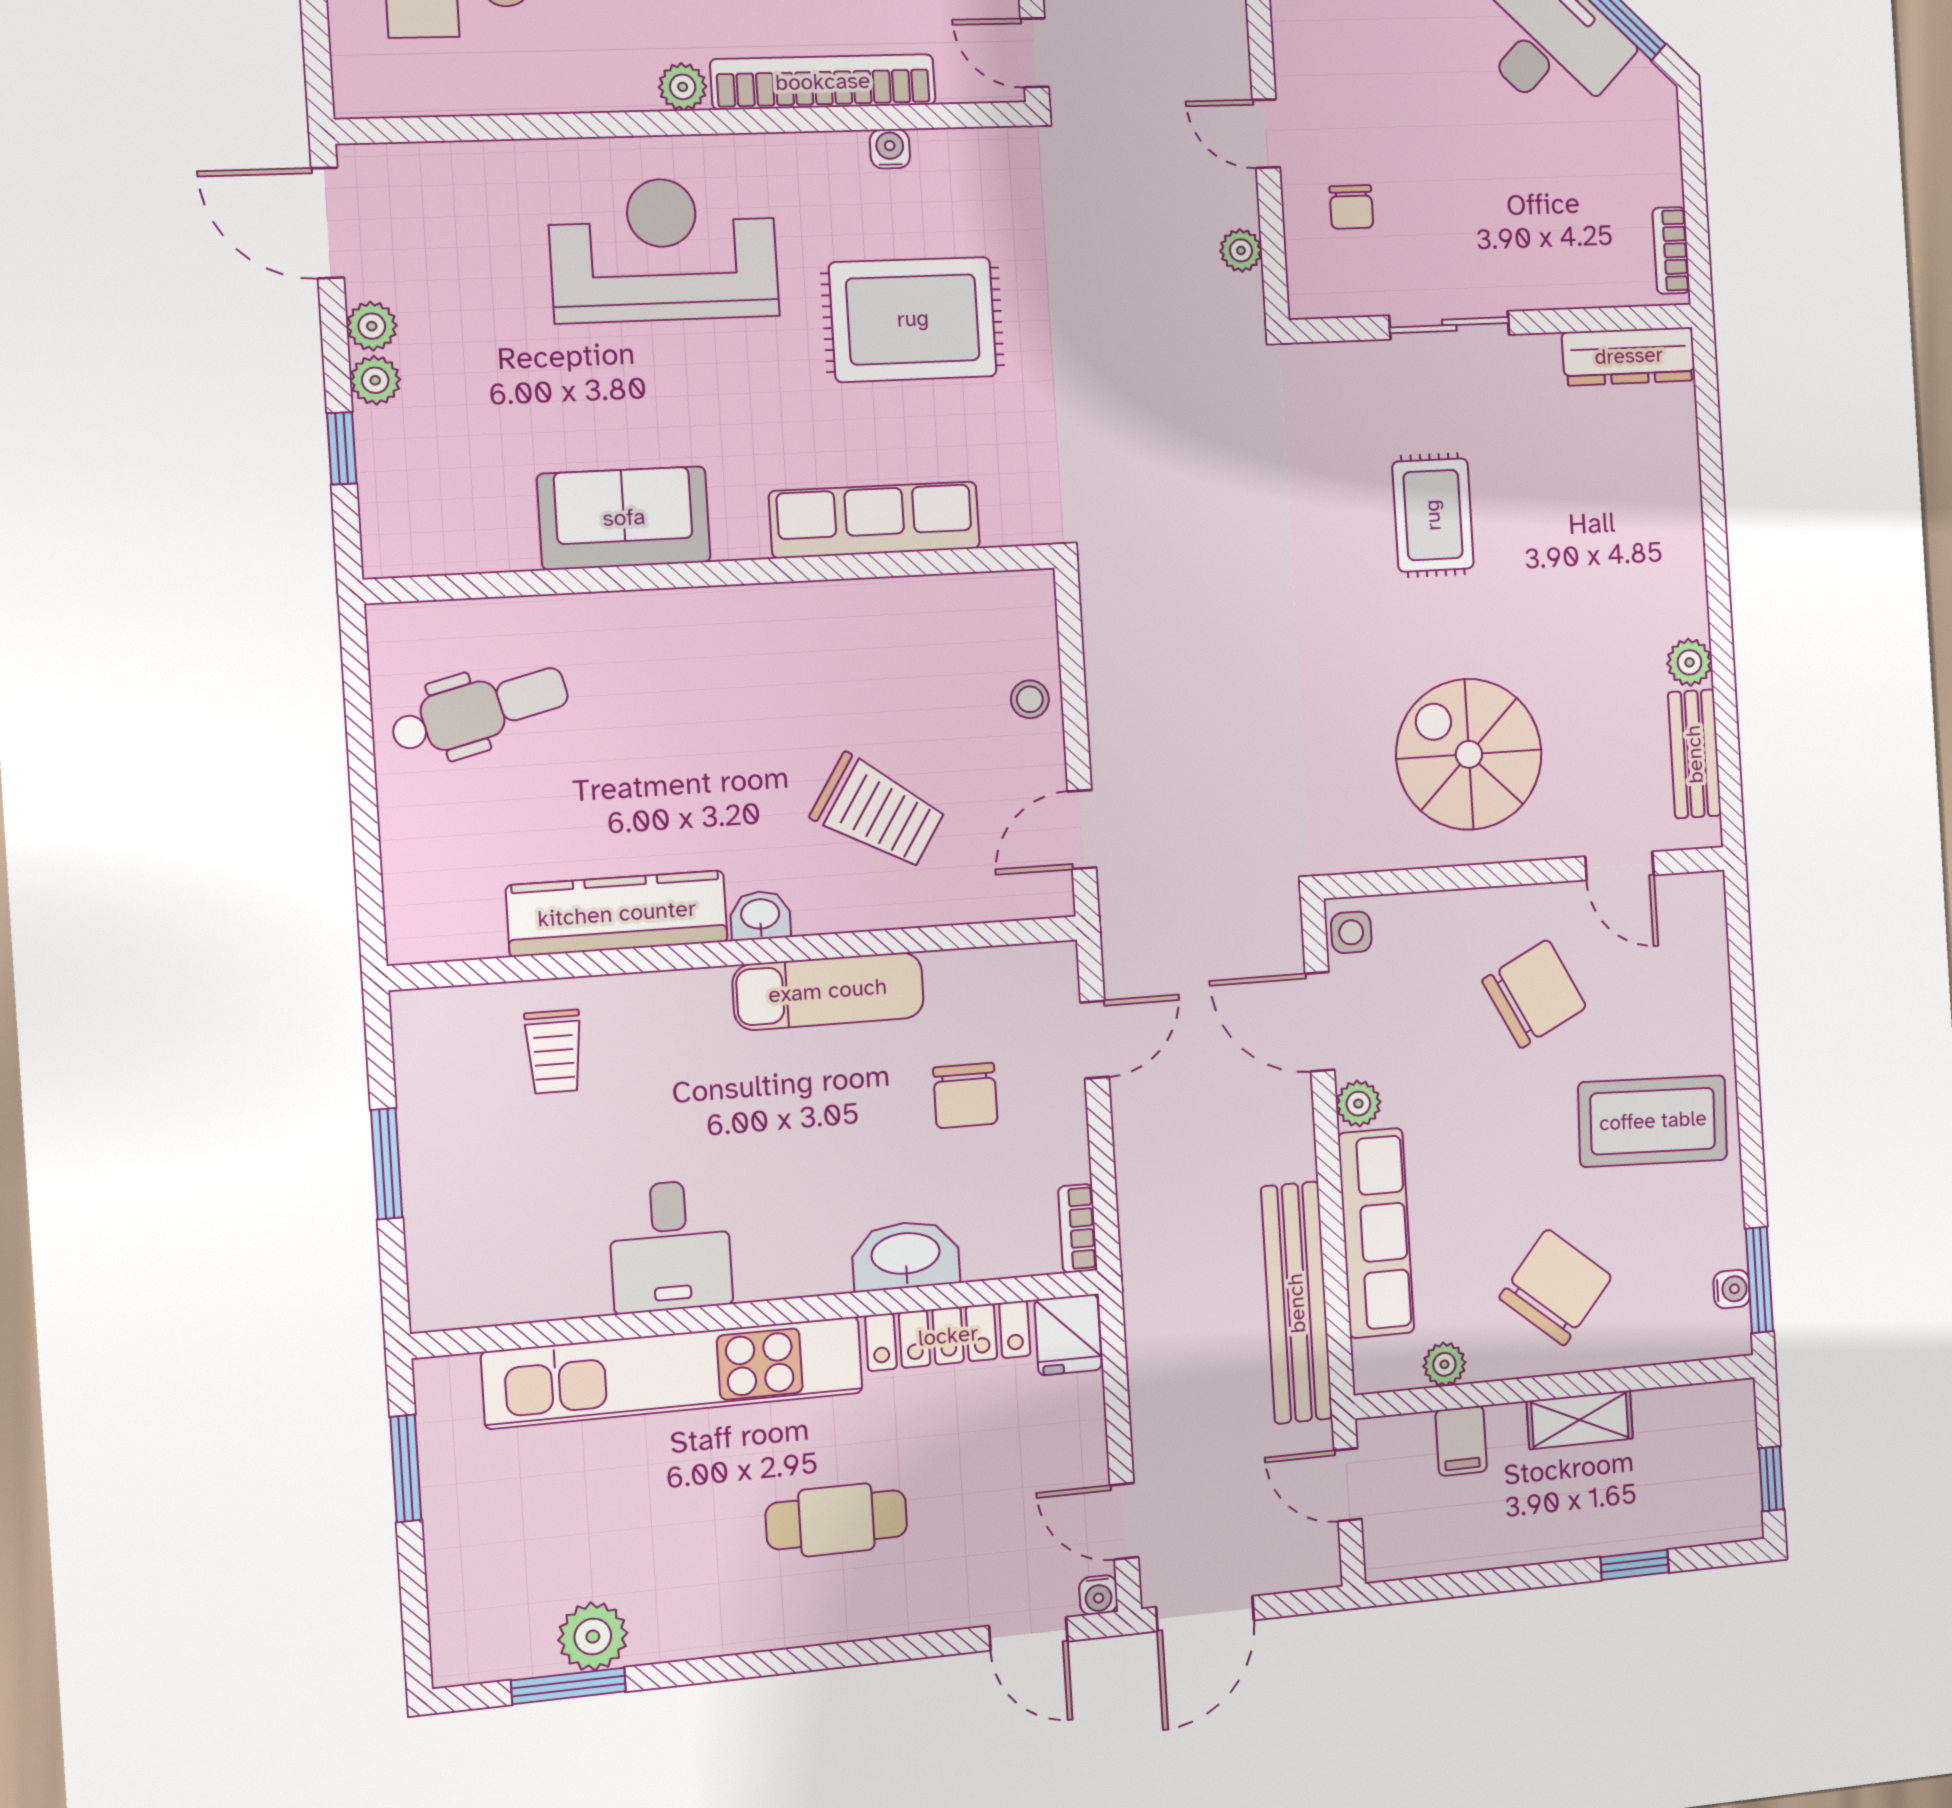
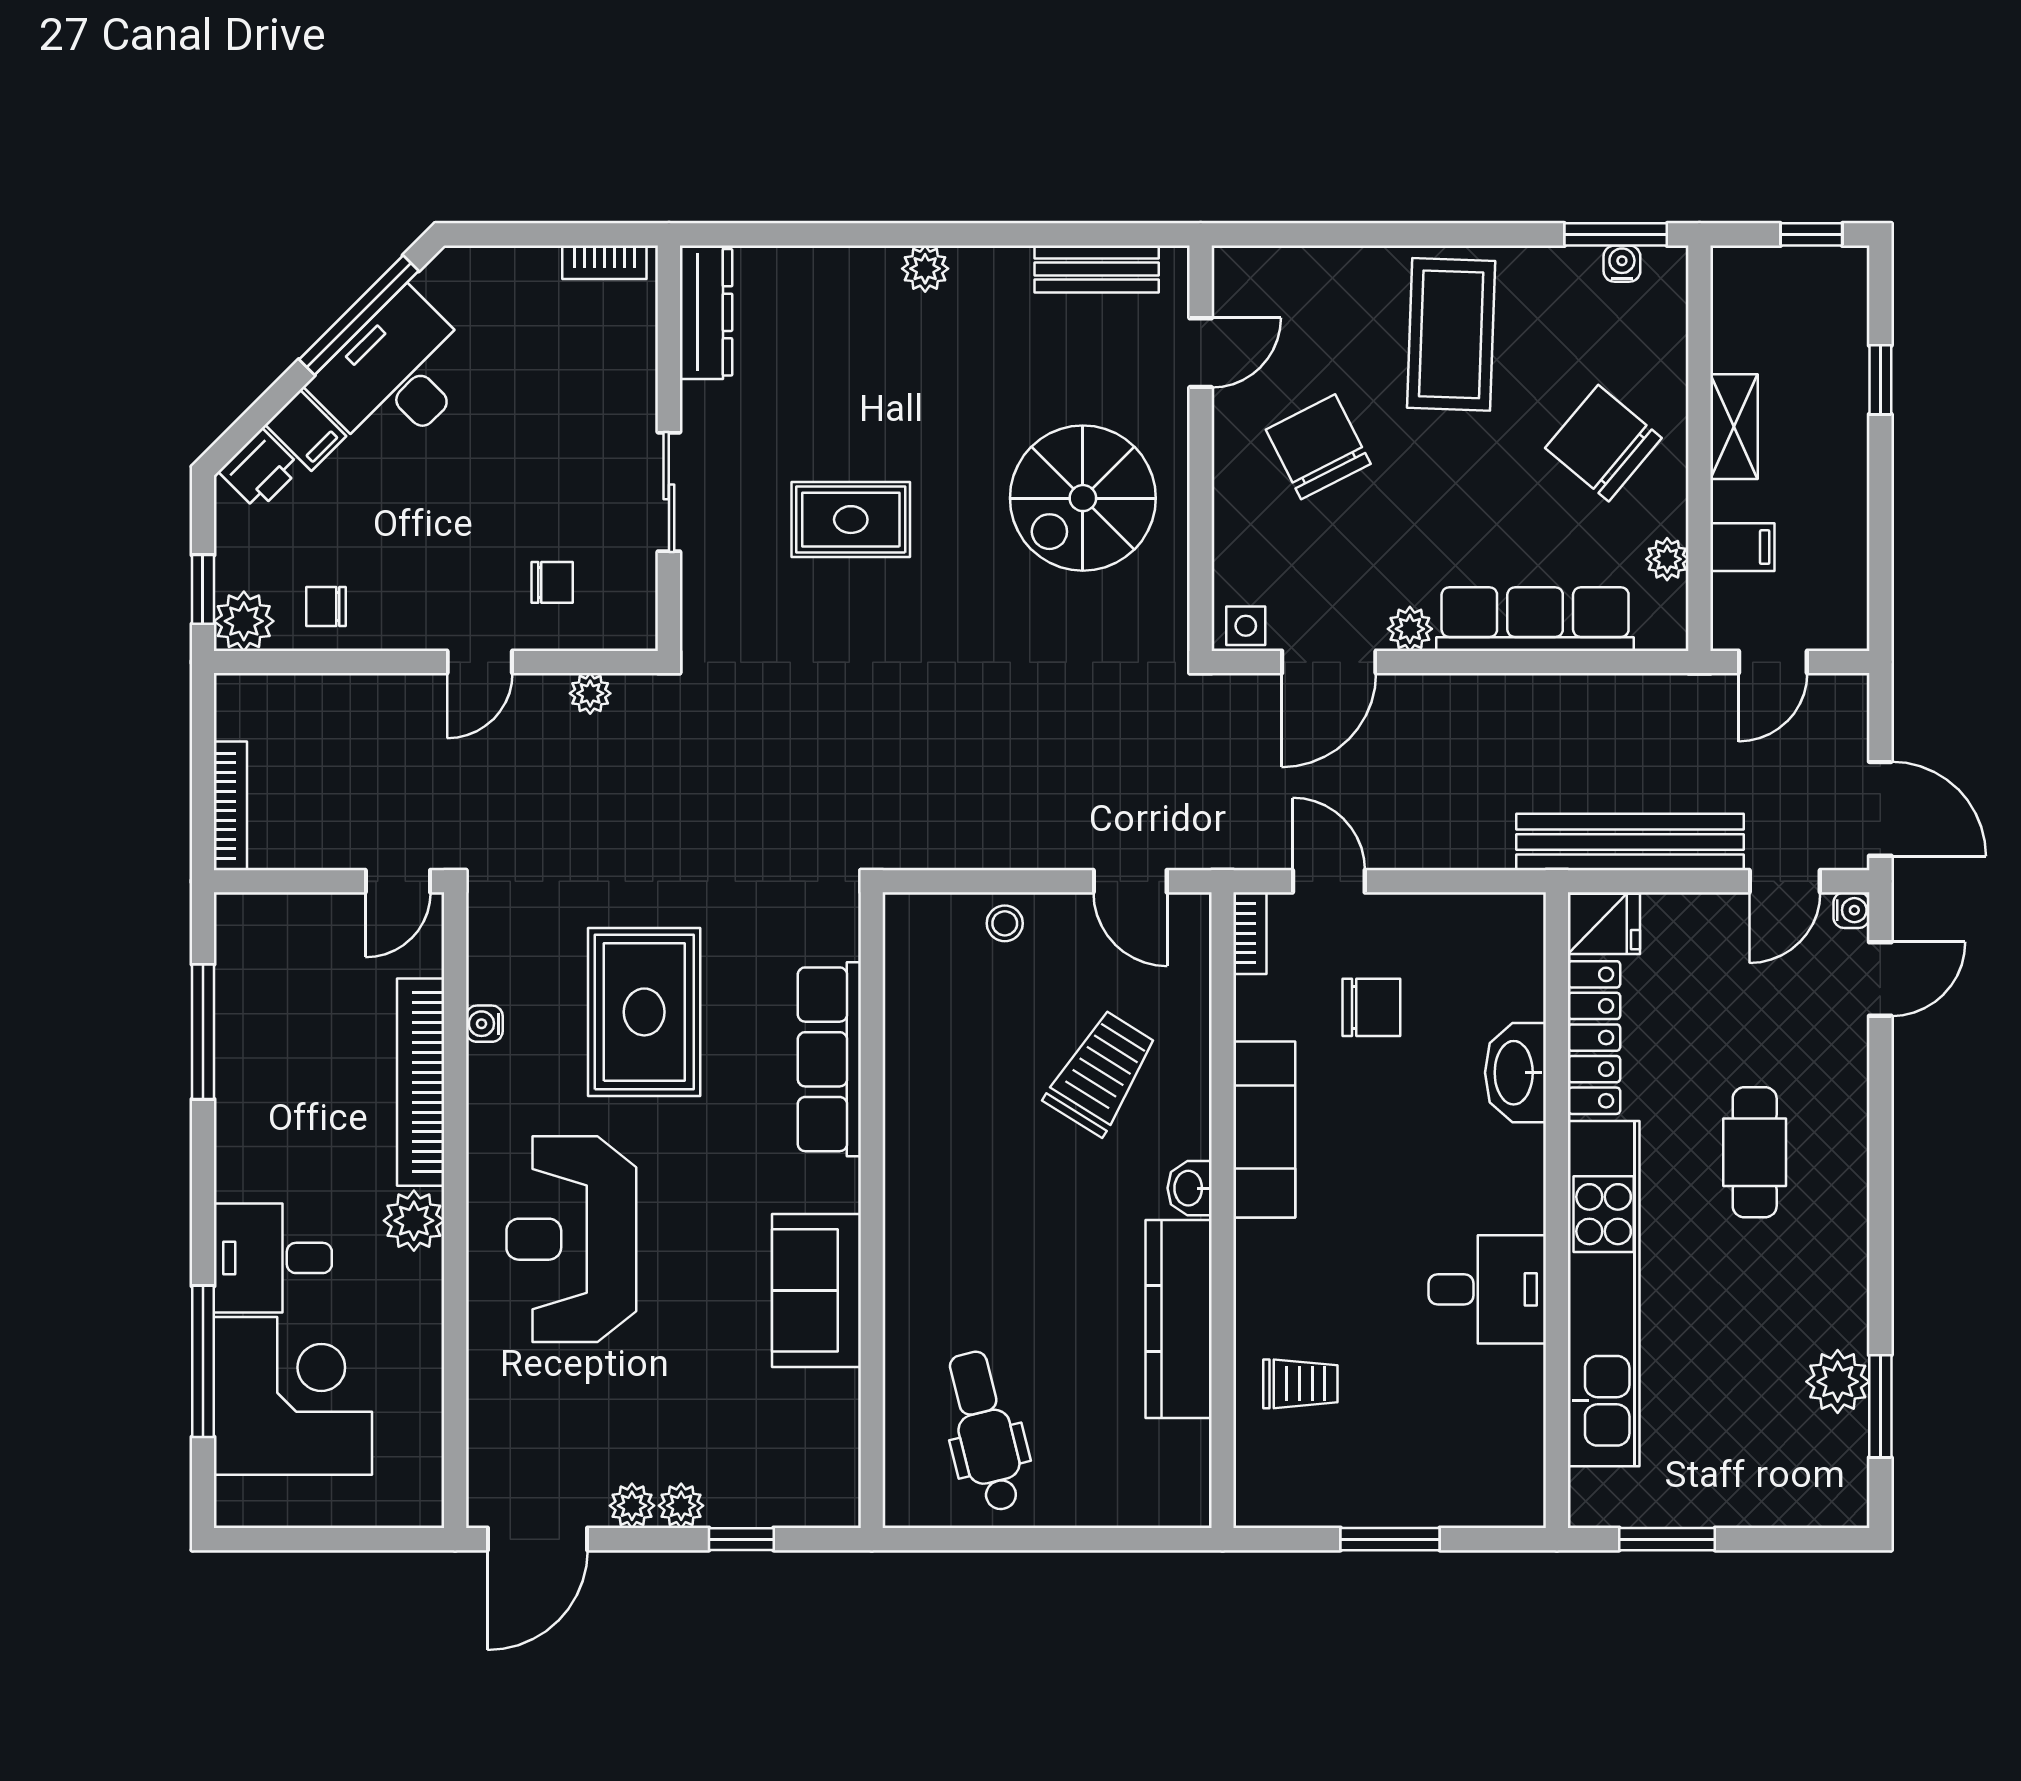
plant: (683, 87) -> (414, 1221), width x1.38, depth x1.38
plant: (1689, 662) -> (925, 269), moved
bookcase: (1078, 1228) -> (1250, 933), moved, turned -90
bench: (1297, 1303) -> (1630, 842), moved

